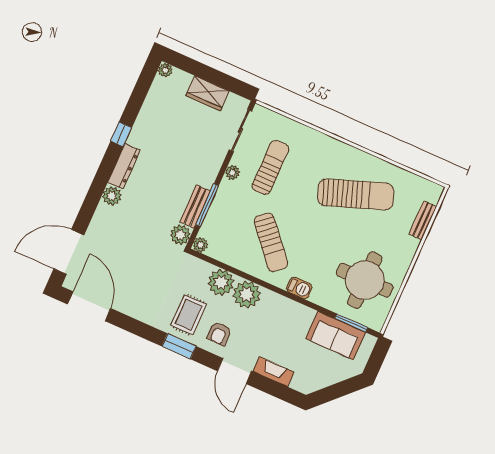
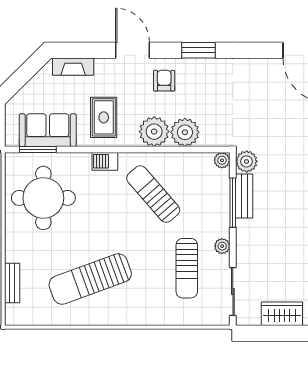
rug: (189, 315) -> (104, 117), moved
fireplace: (273, 372) -> (73, 67), moved

